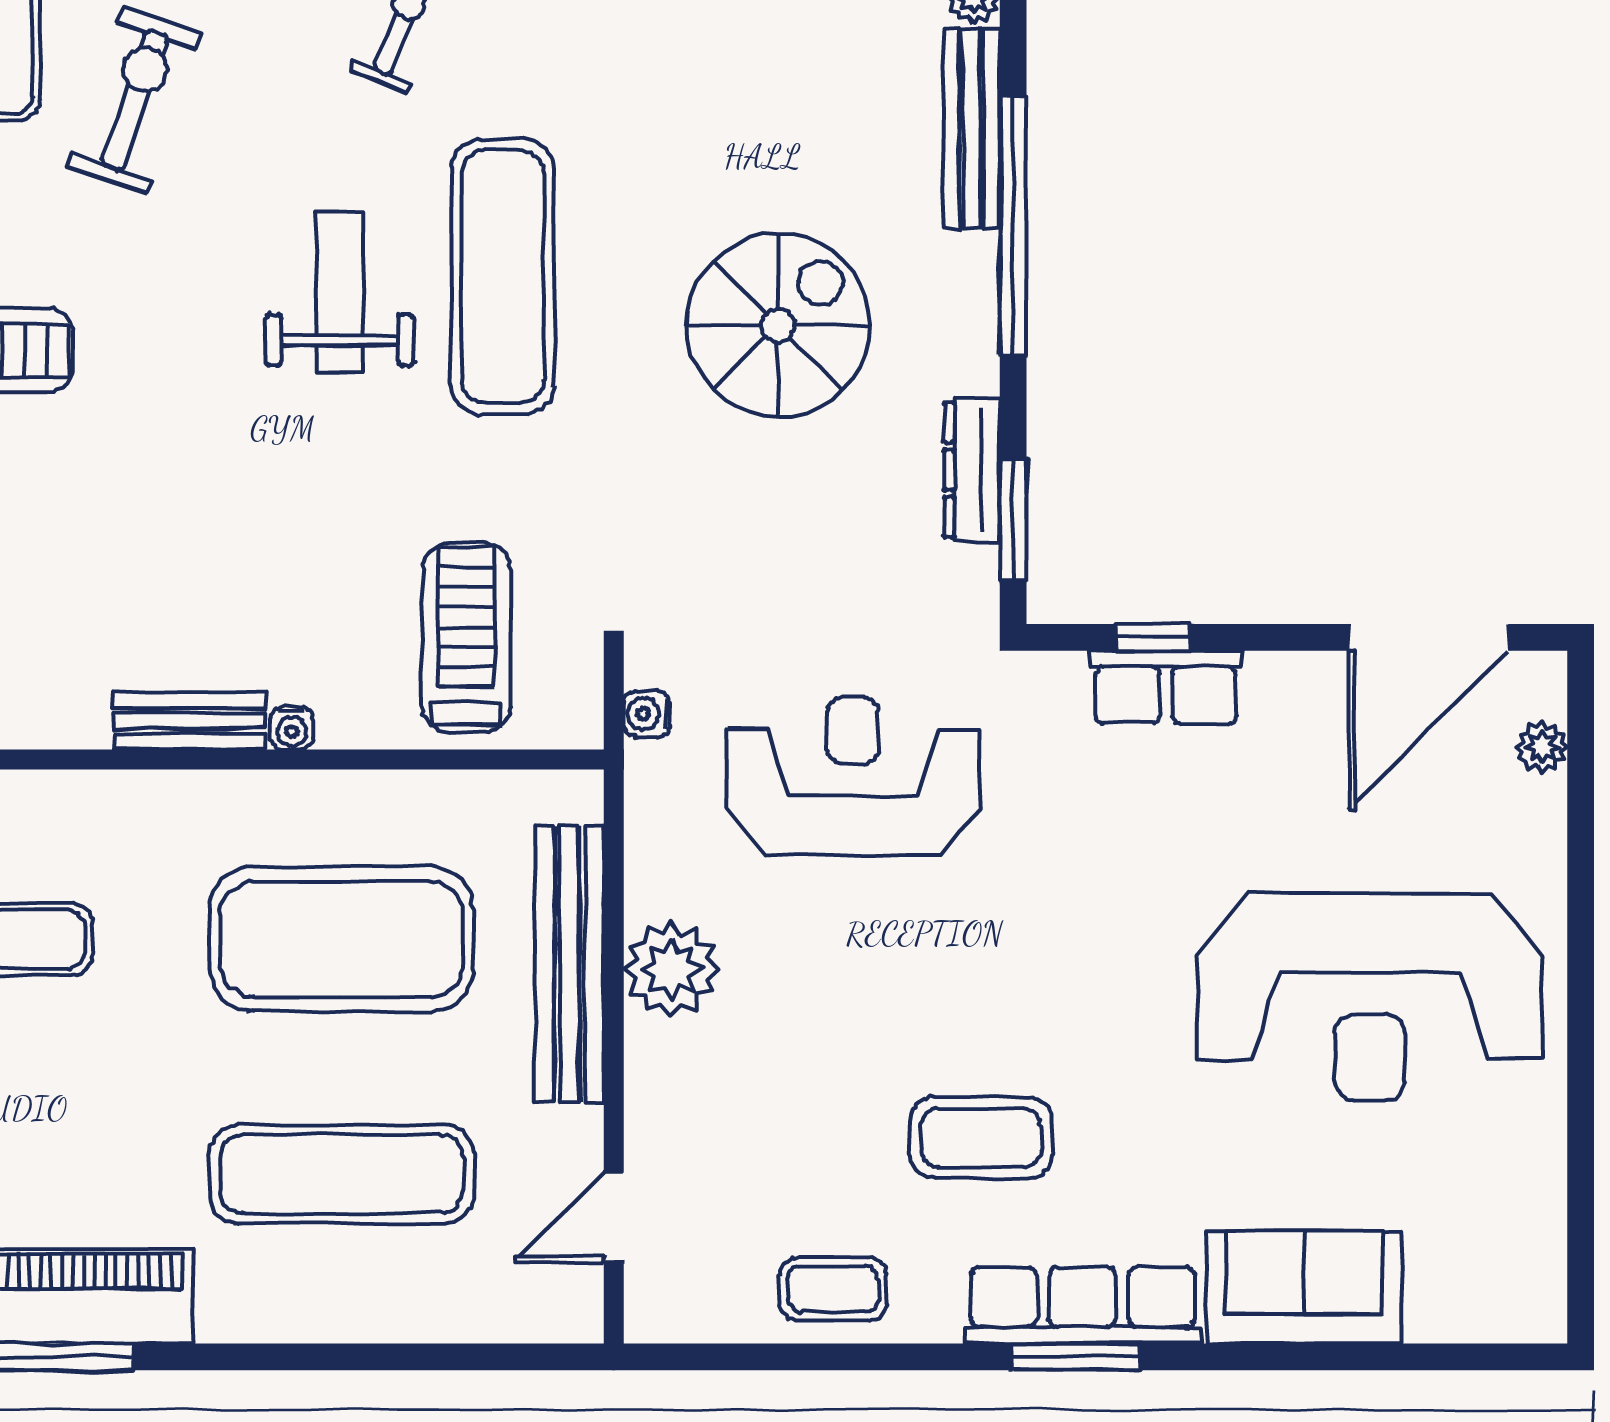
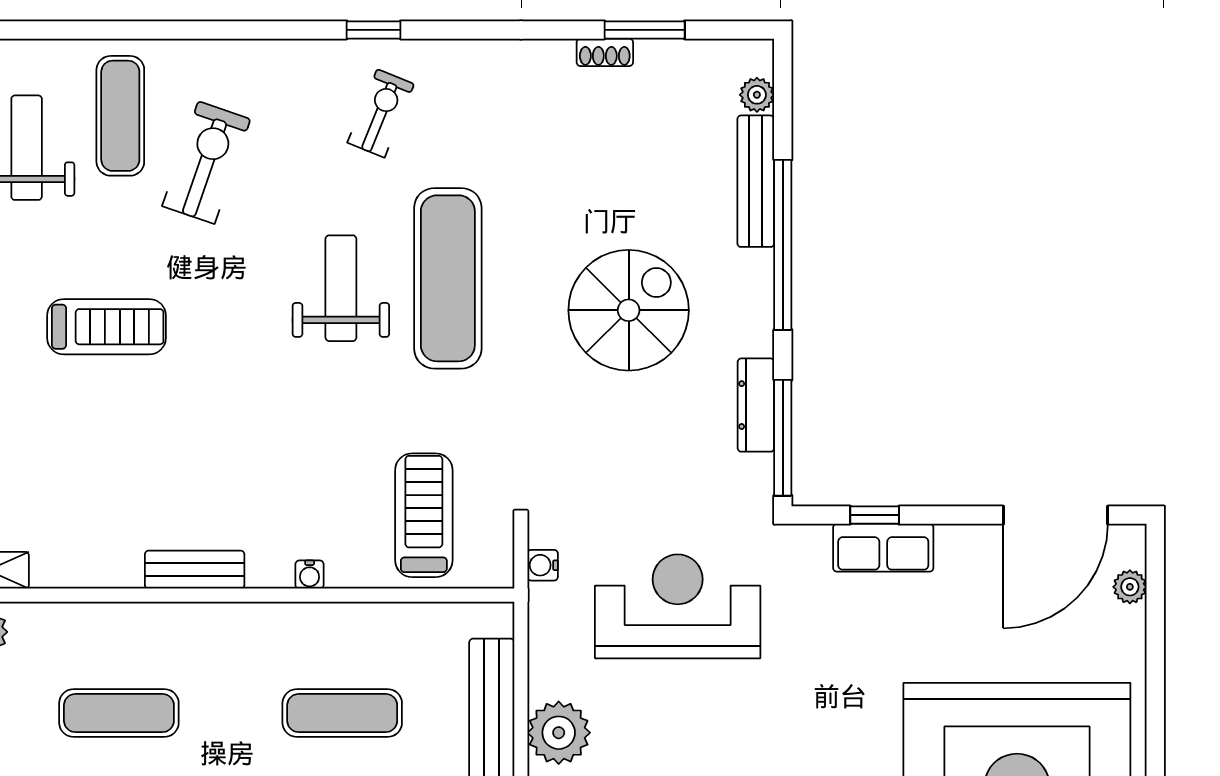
window: (1013, 520) -> (783, 438), width x1.44
bench: (189, 721) -> (195, 570), moved
exercise mat: (342, 939) -> (342, 713), width x0.50, depth x0.69

